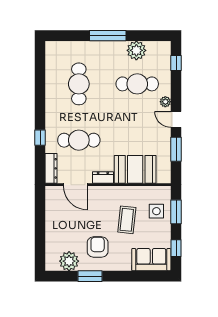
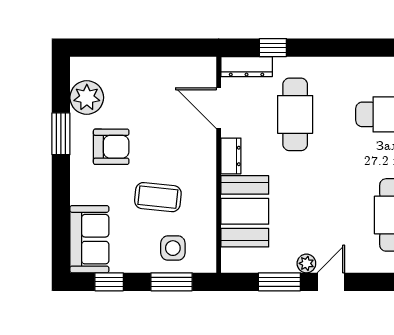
plant: (165, 102) -> (306, 263), moved
window: (40, 138) -> (273, 48), moved
door: (75, 185) -> (219, 108), hinge flipped

